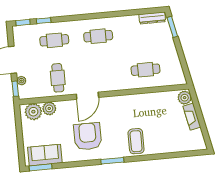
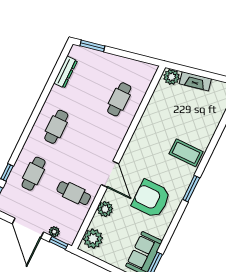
dresser: (152, 18) -> (66, 72), moved
plant: (49, 108) -> (105, 209), moved

